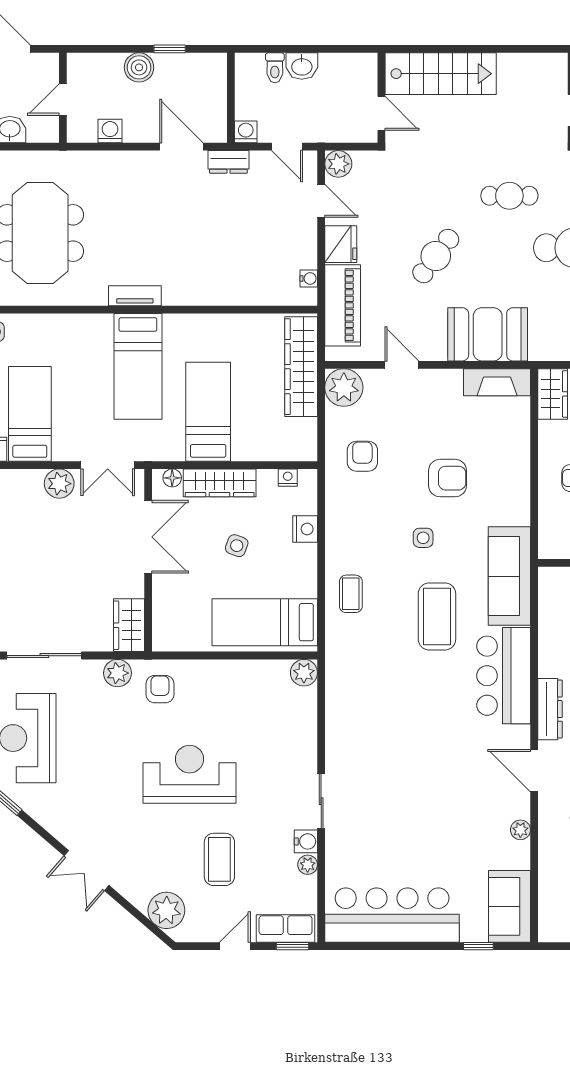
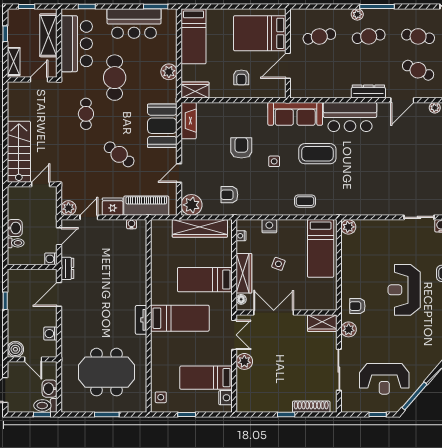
boiler: (139, 67) -> (15, 349), moved
wardrobe: (301, 367) -> (200, 228), moved

